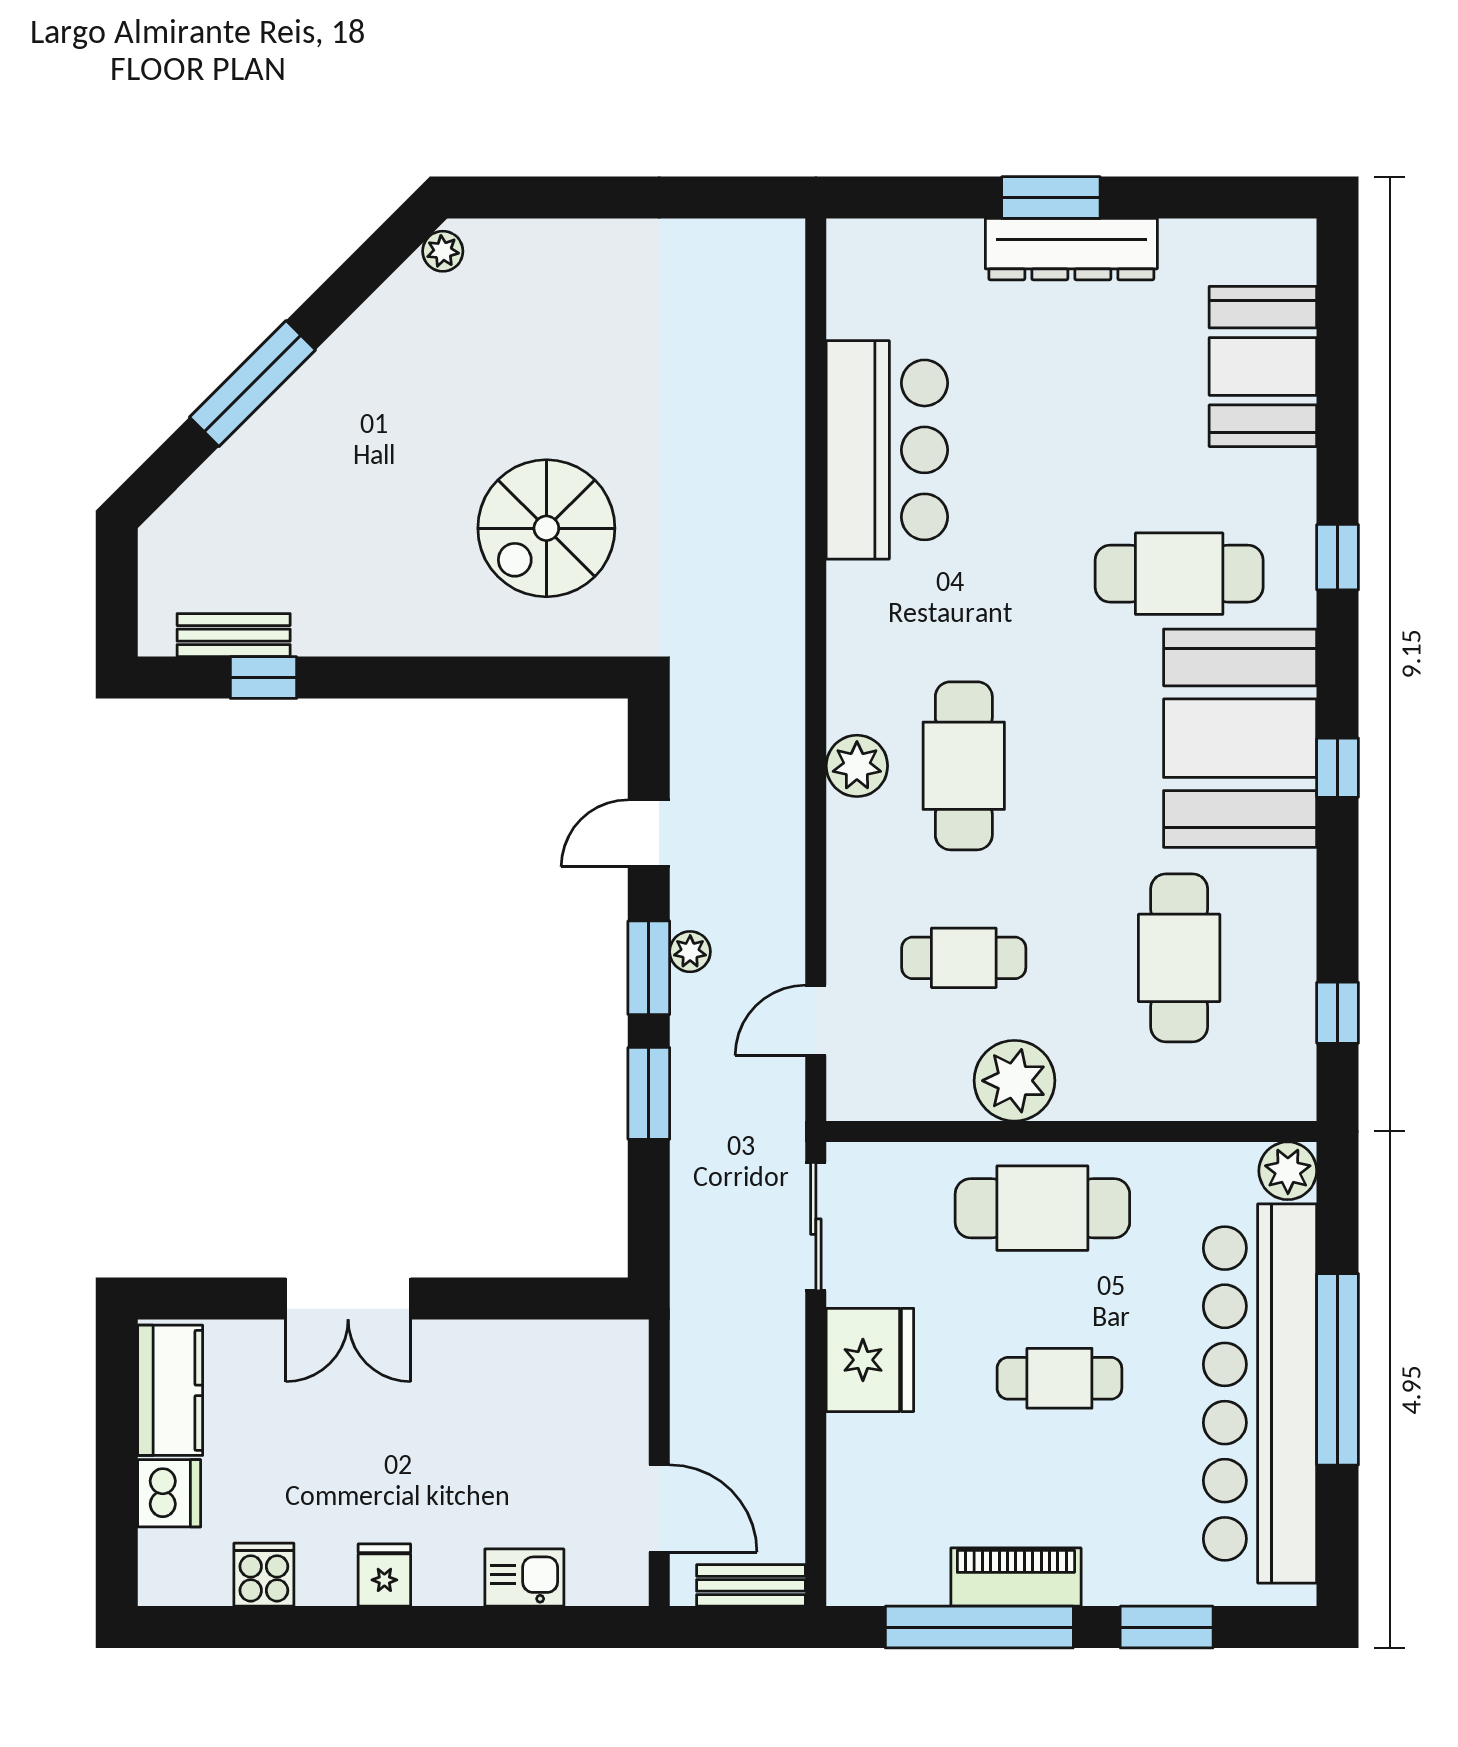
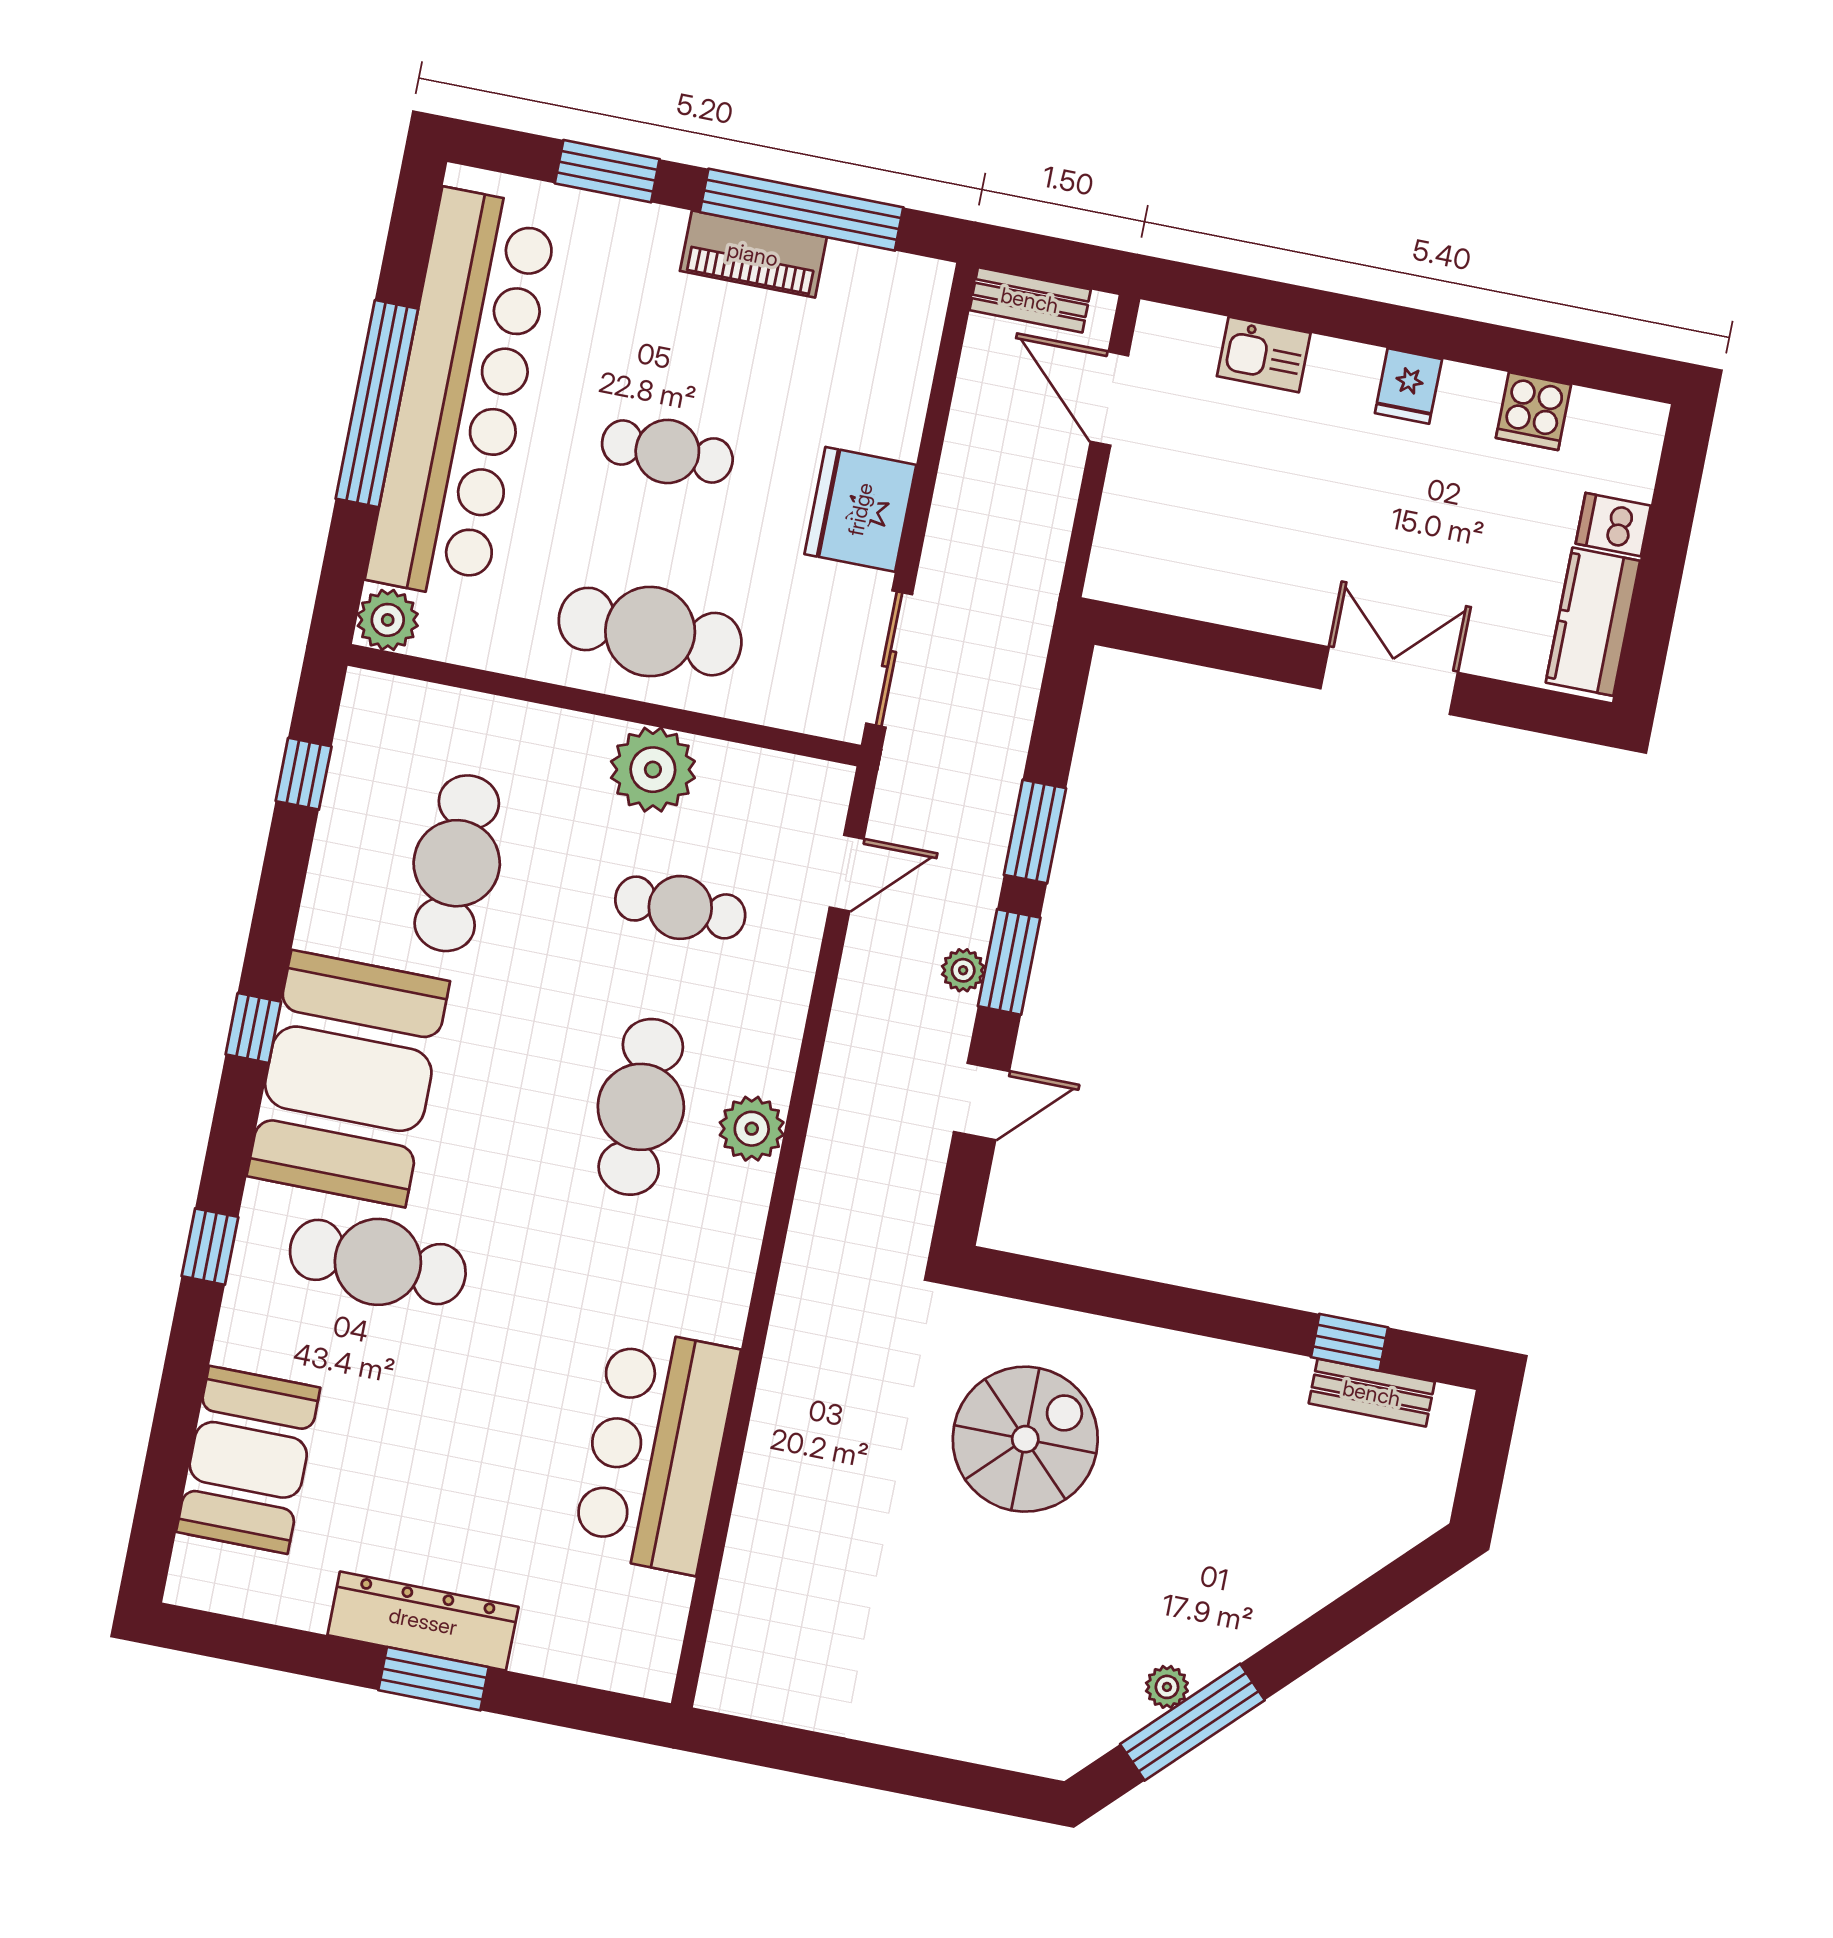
plant: (443, 251) -> (1167, 1687), moved
window: (252, 384) -> (1192, 1722), moved
dishwasher: (169, 1493) -> (1613, 525), width x0.73

